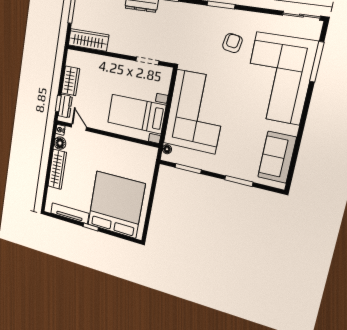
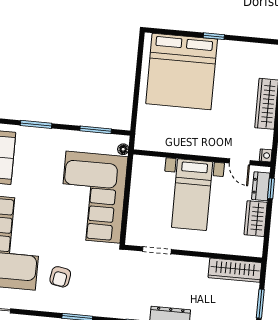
bed with nightstands: (136, 114) -> (192, 195), moved, turned 90
floor lamp: (60, 143) -> (265, 138), removed
tv unit: (70, 213) -> (245, 49), removed

